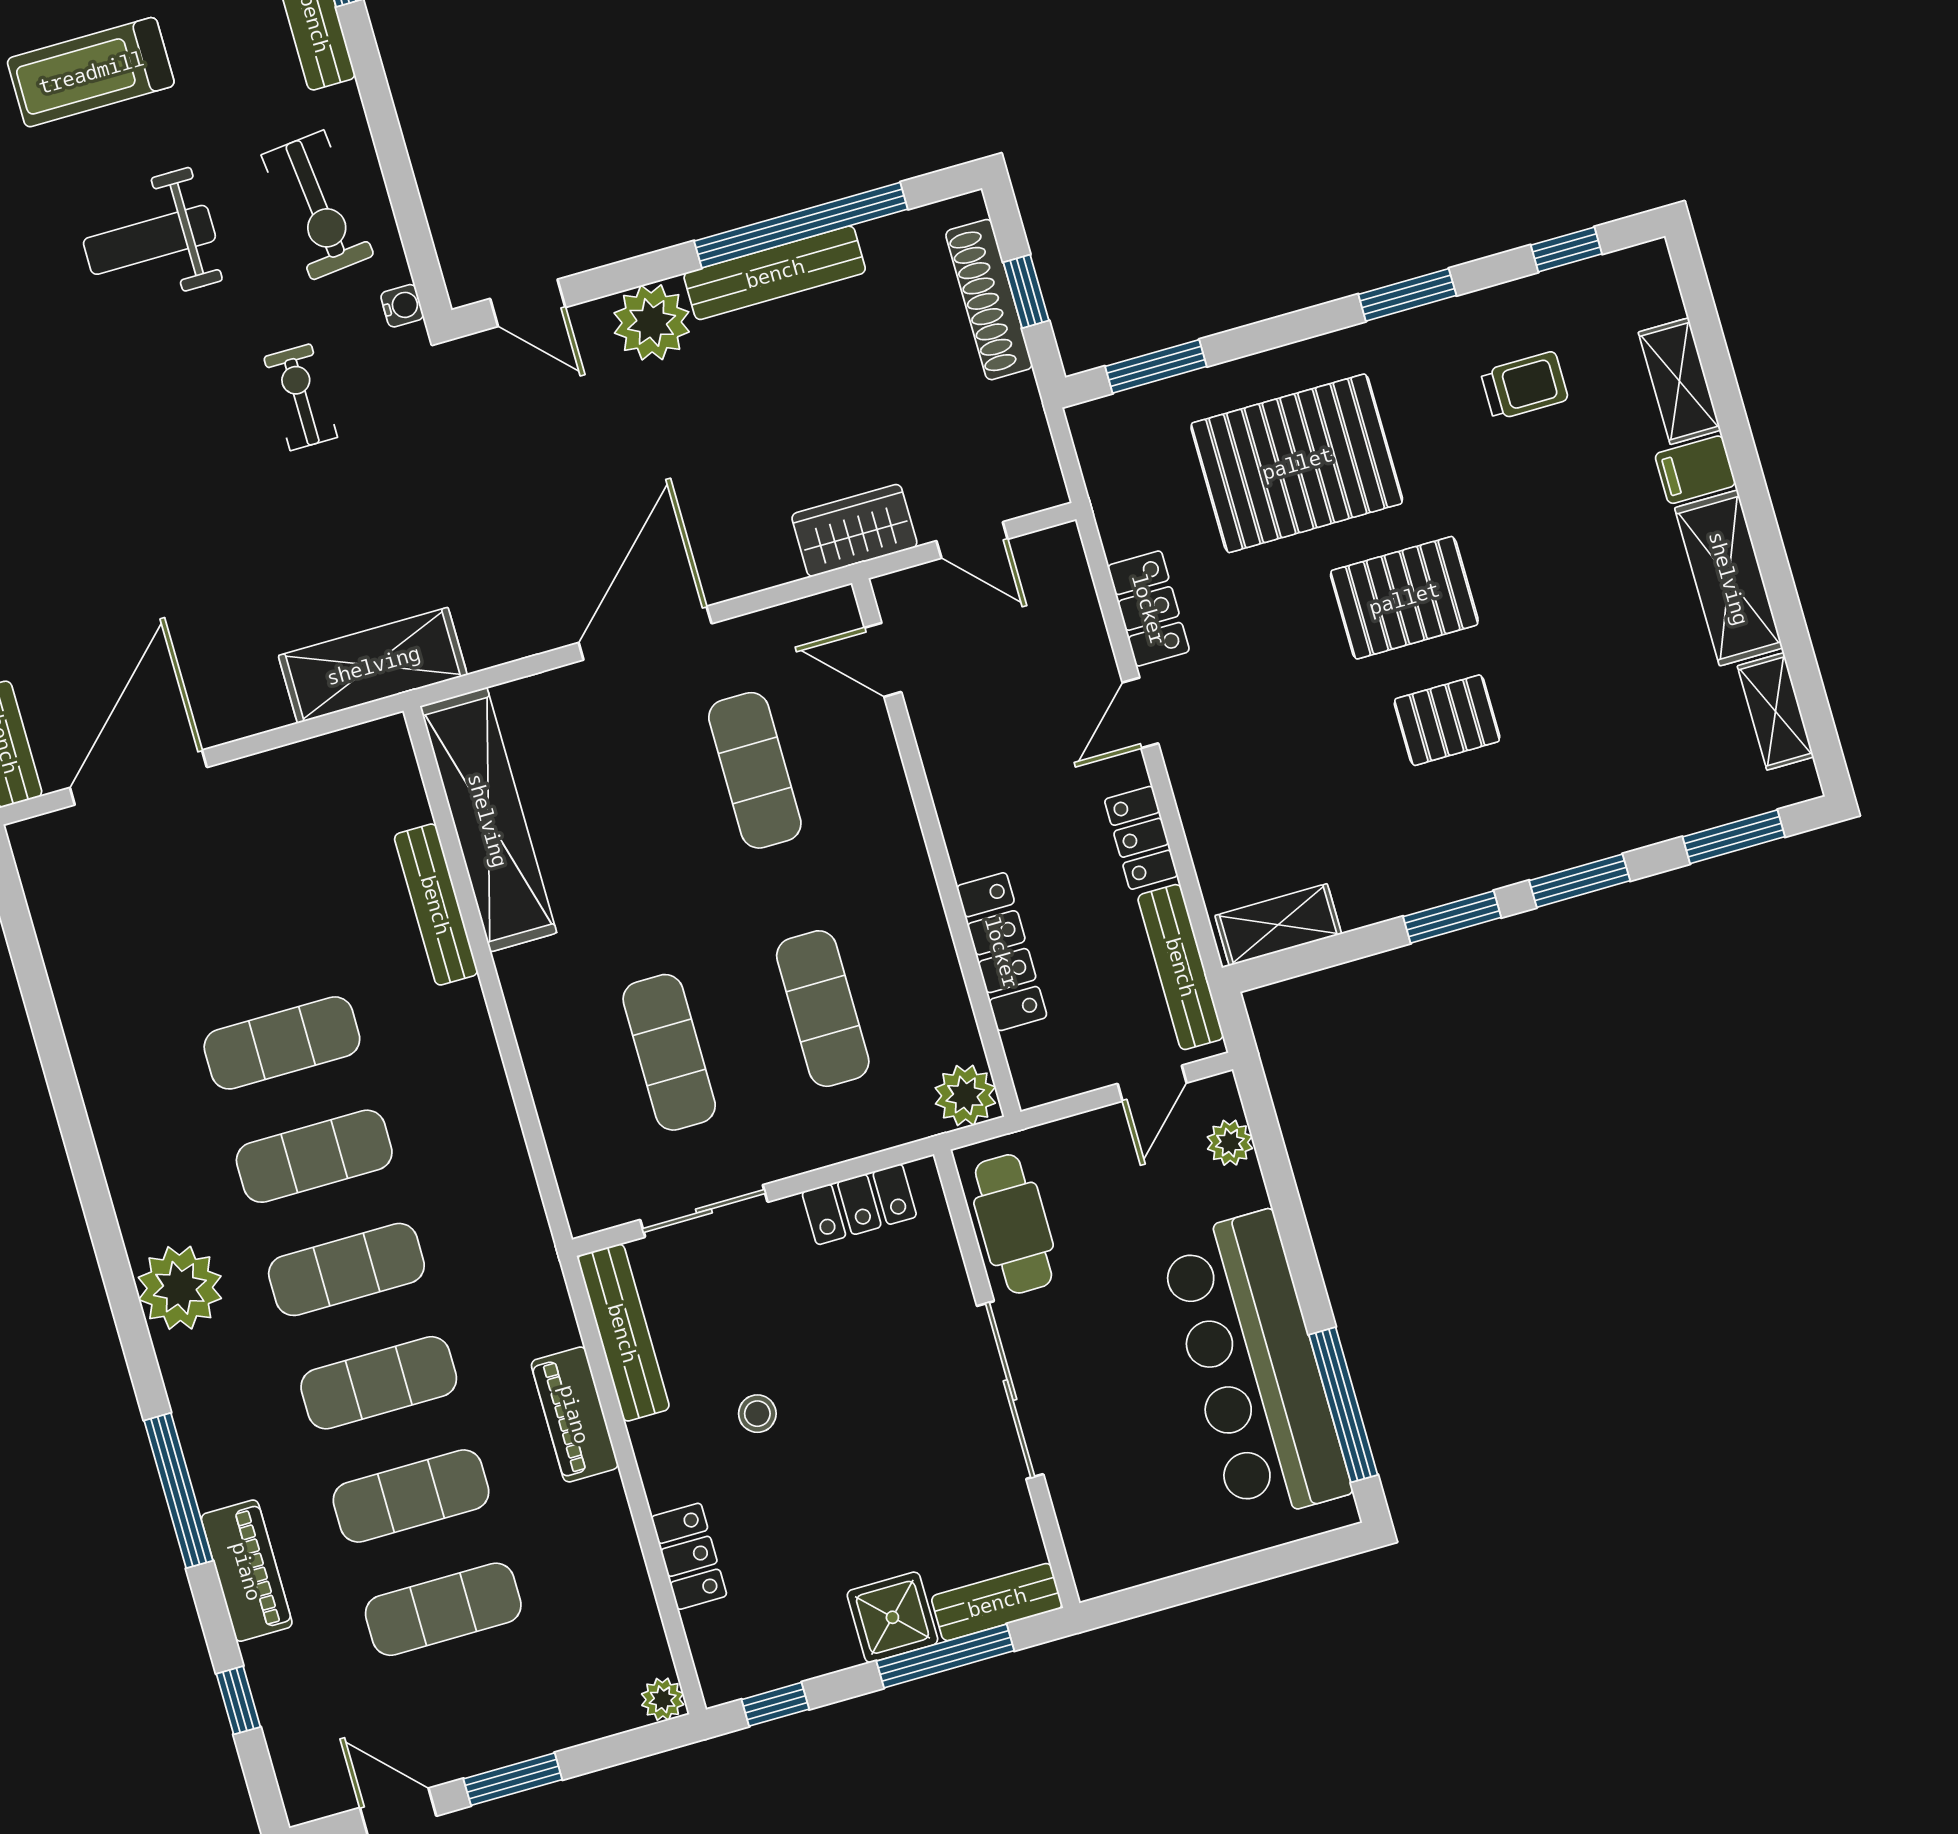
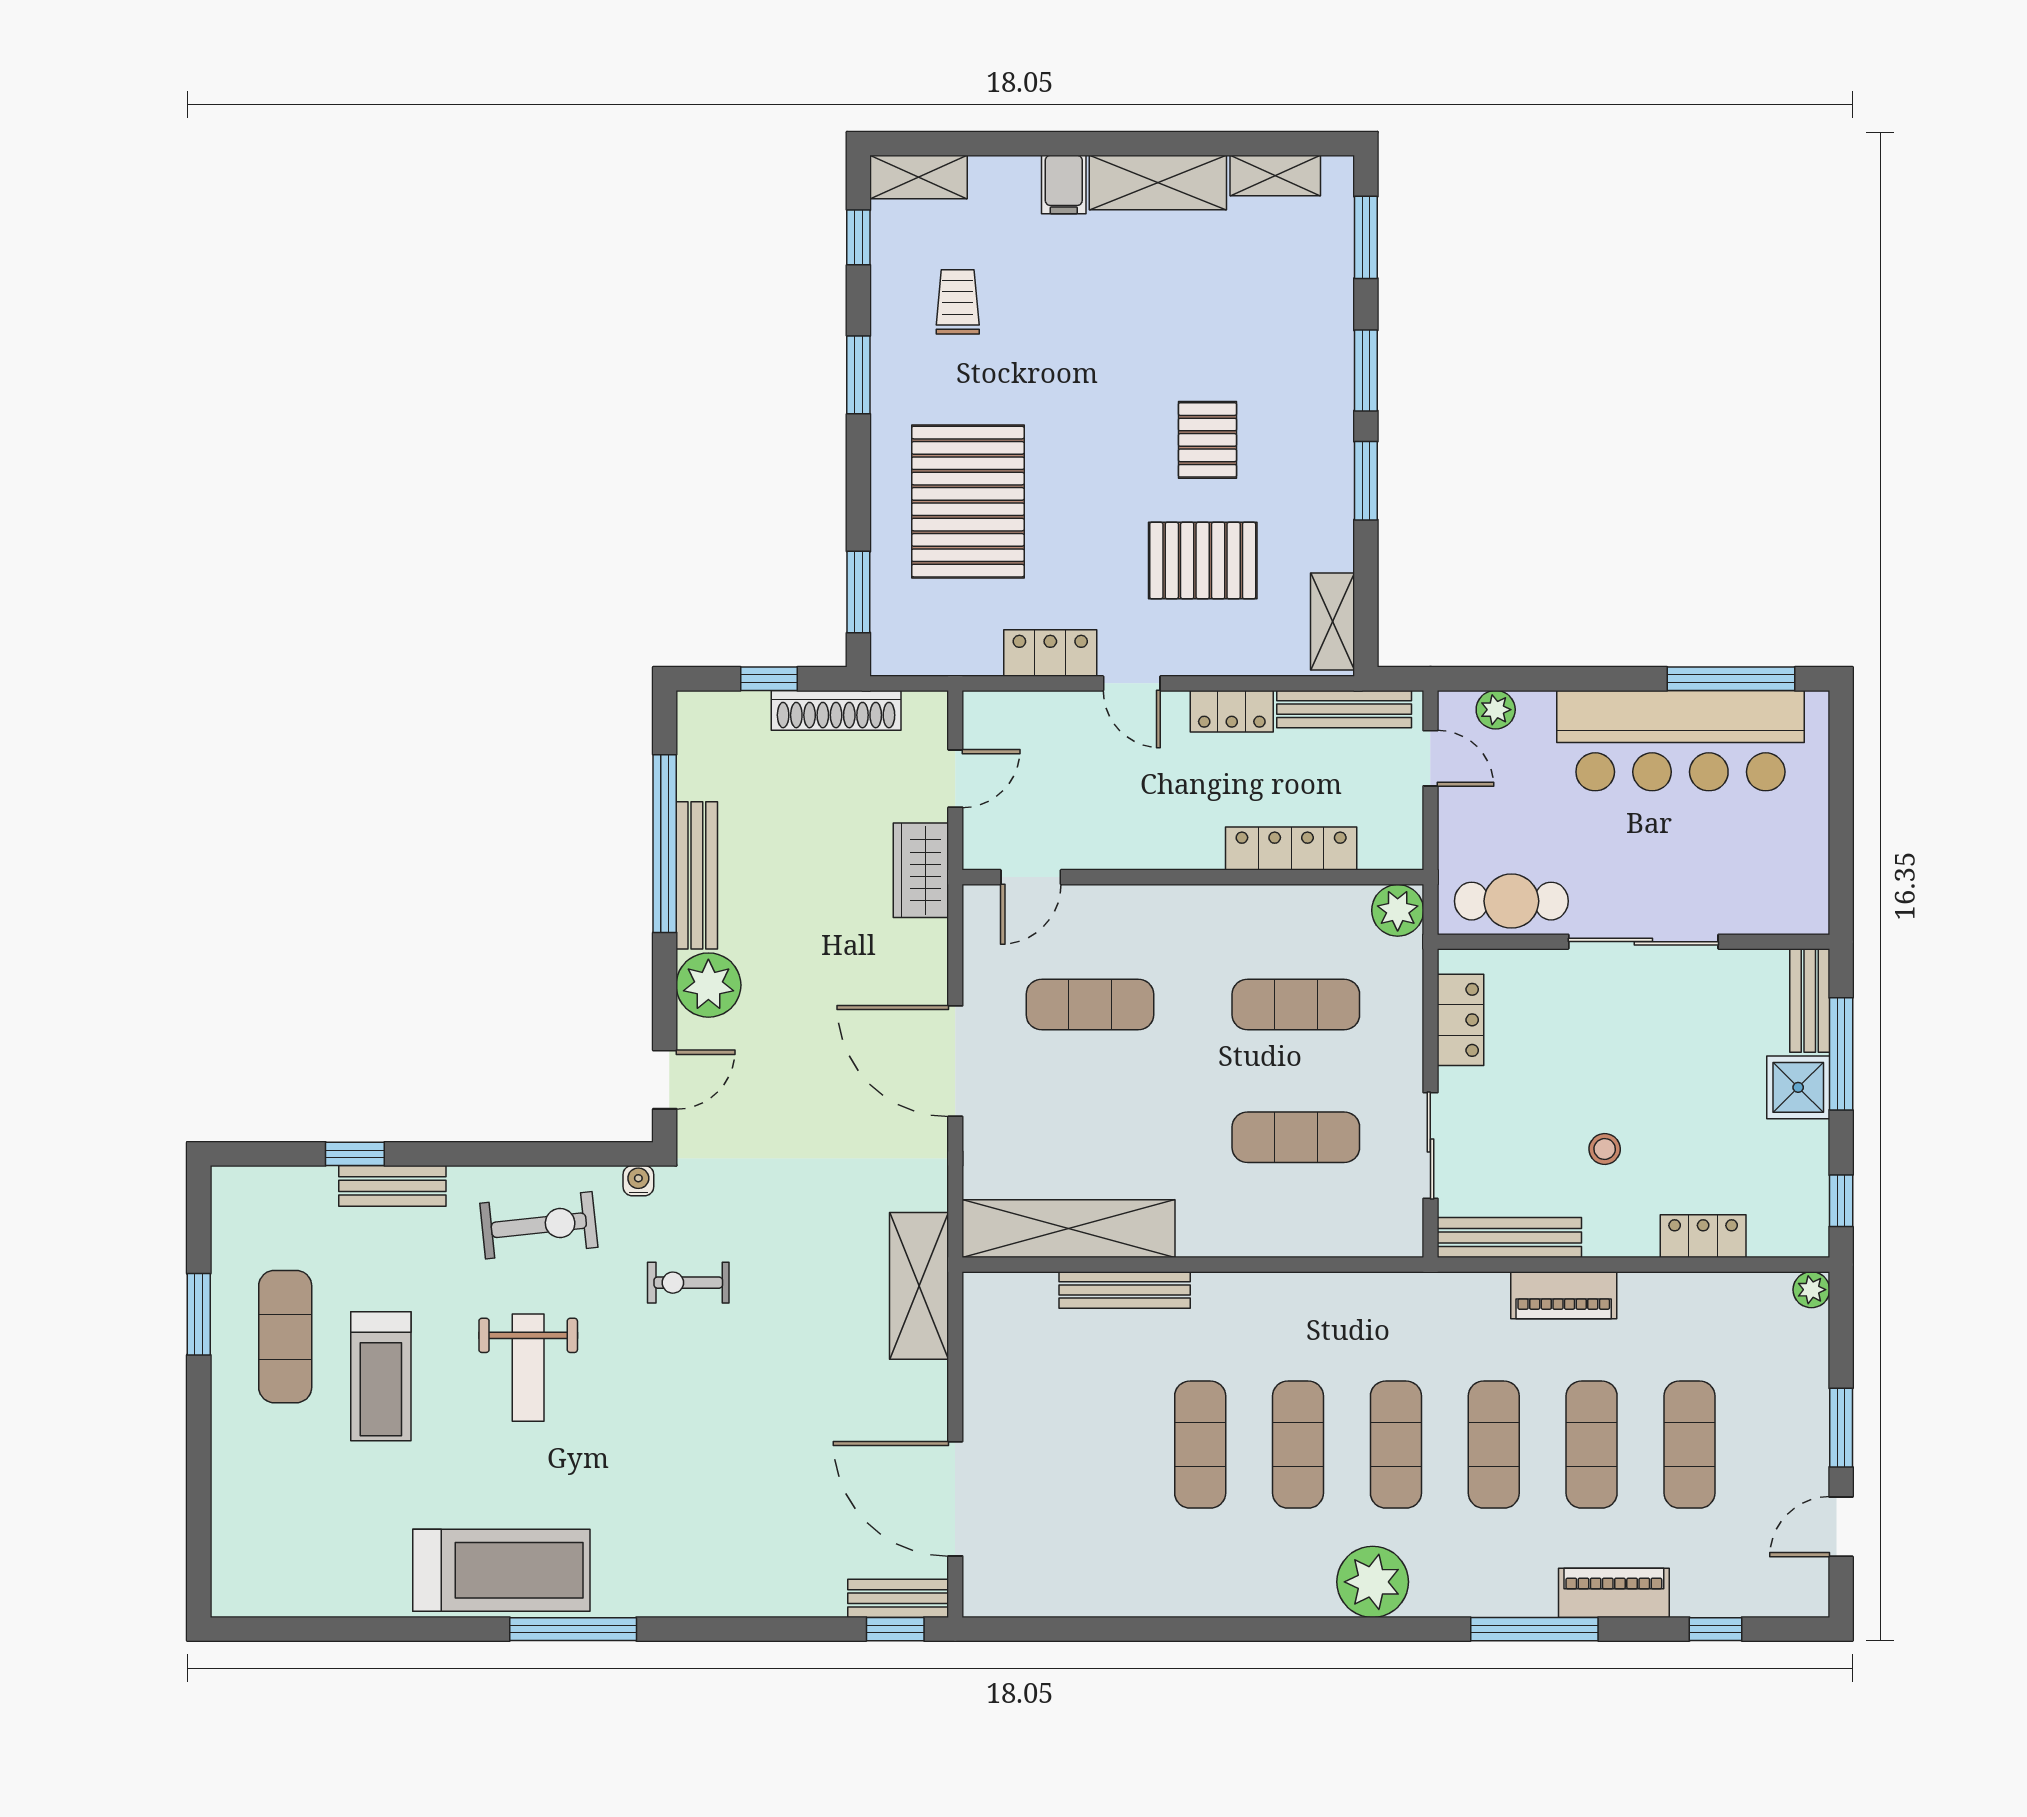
shoe rack: (989, 300) -> (836, 710), moved
shelving: (1679, 381) -> (919, 177), moved
pallet: (1404, 598) -> (1203, 561), moved, turned 90

